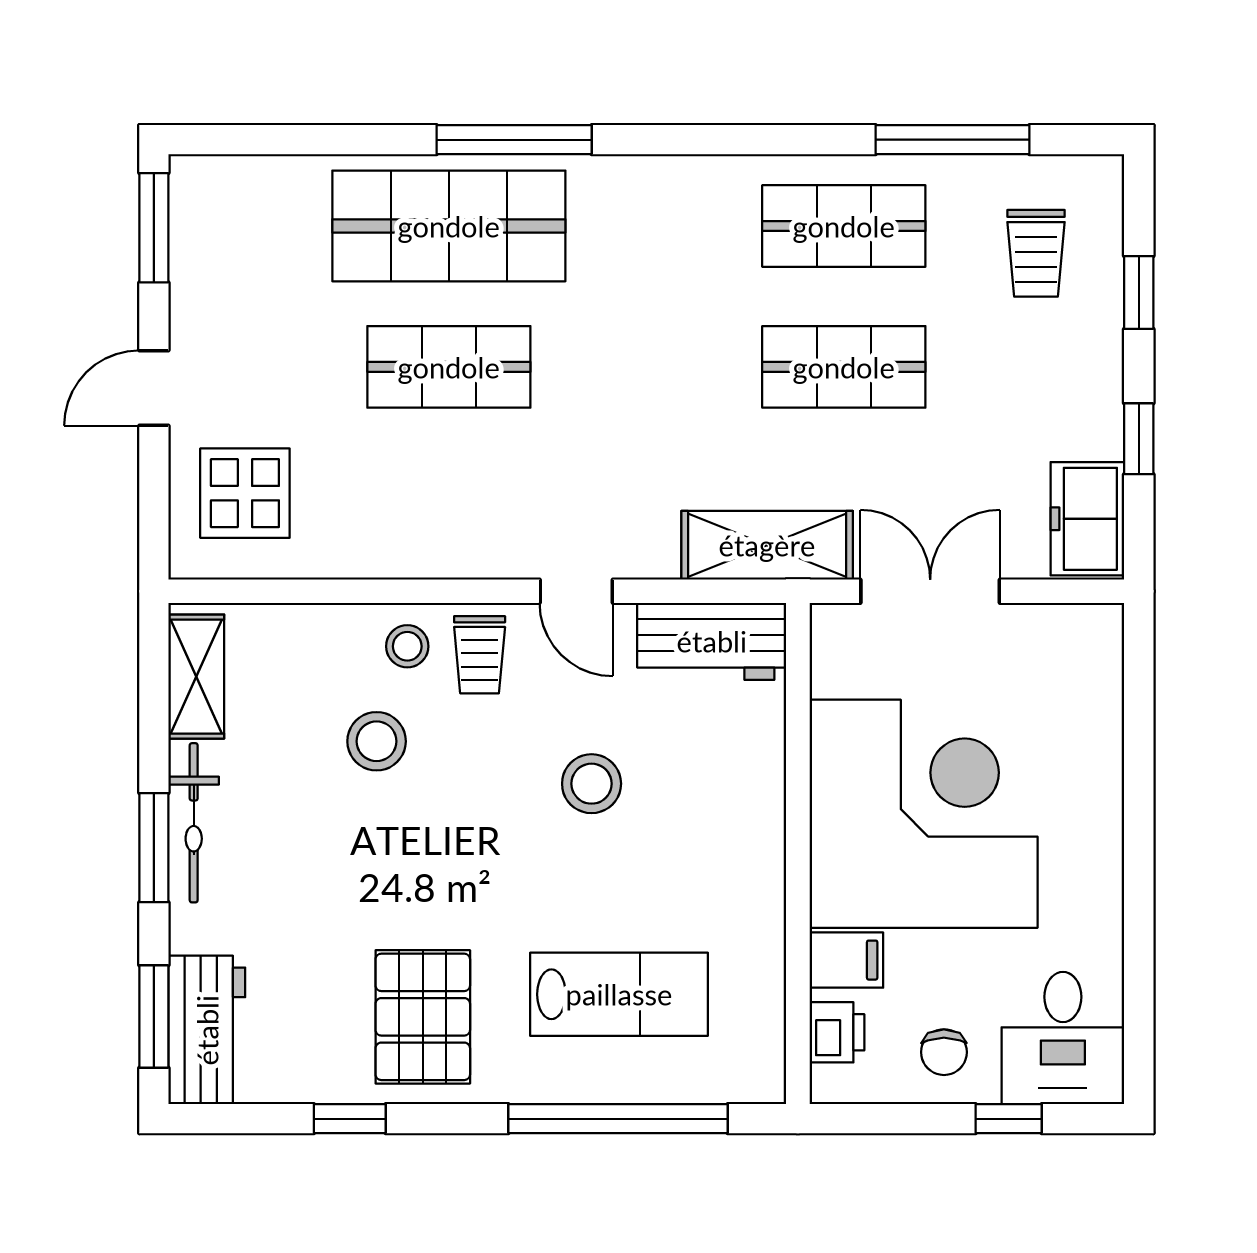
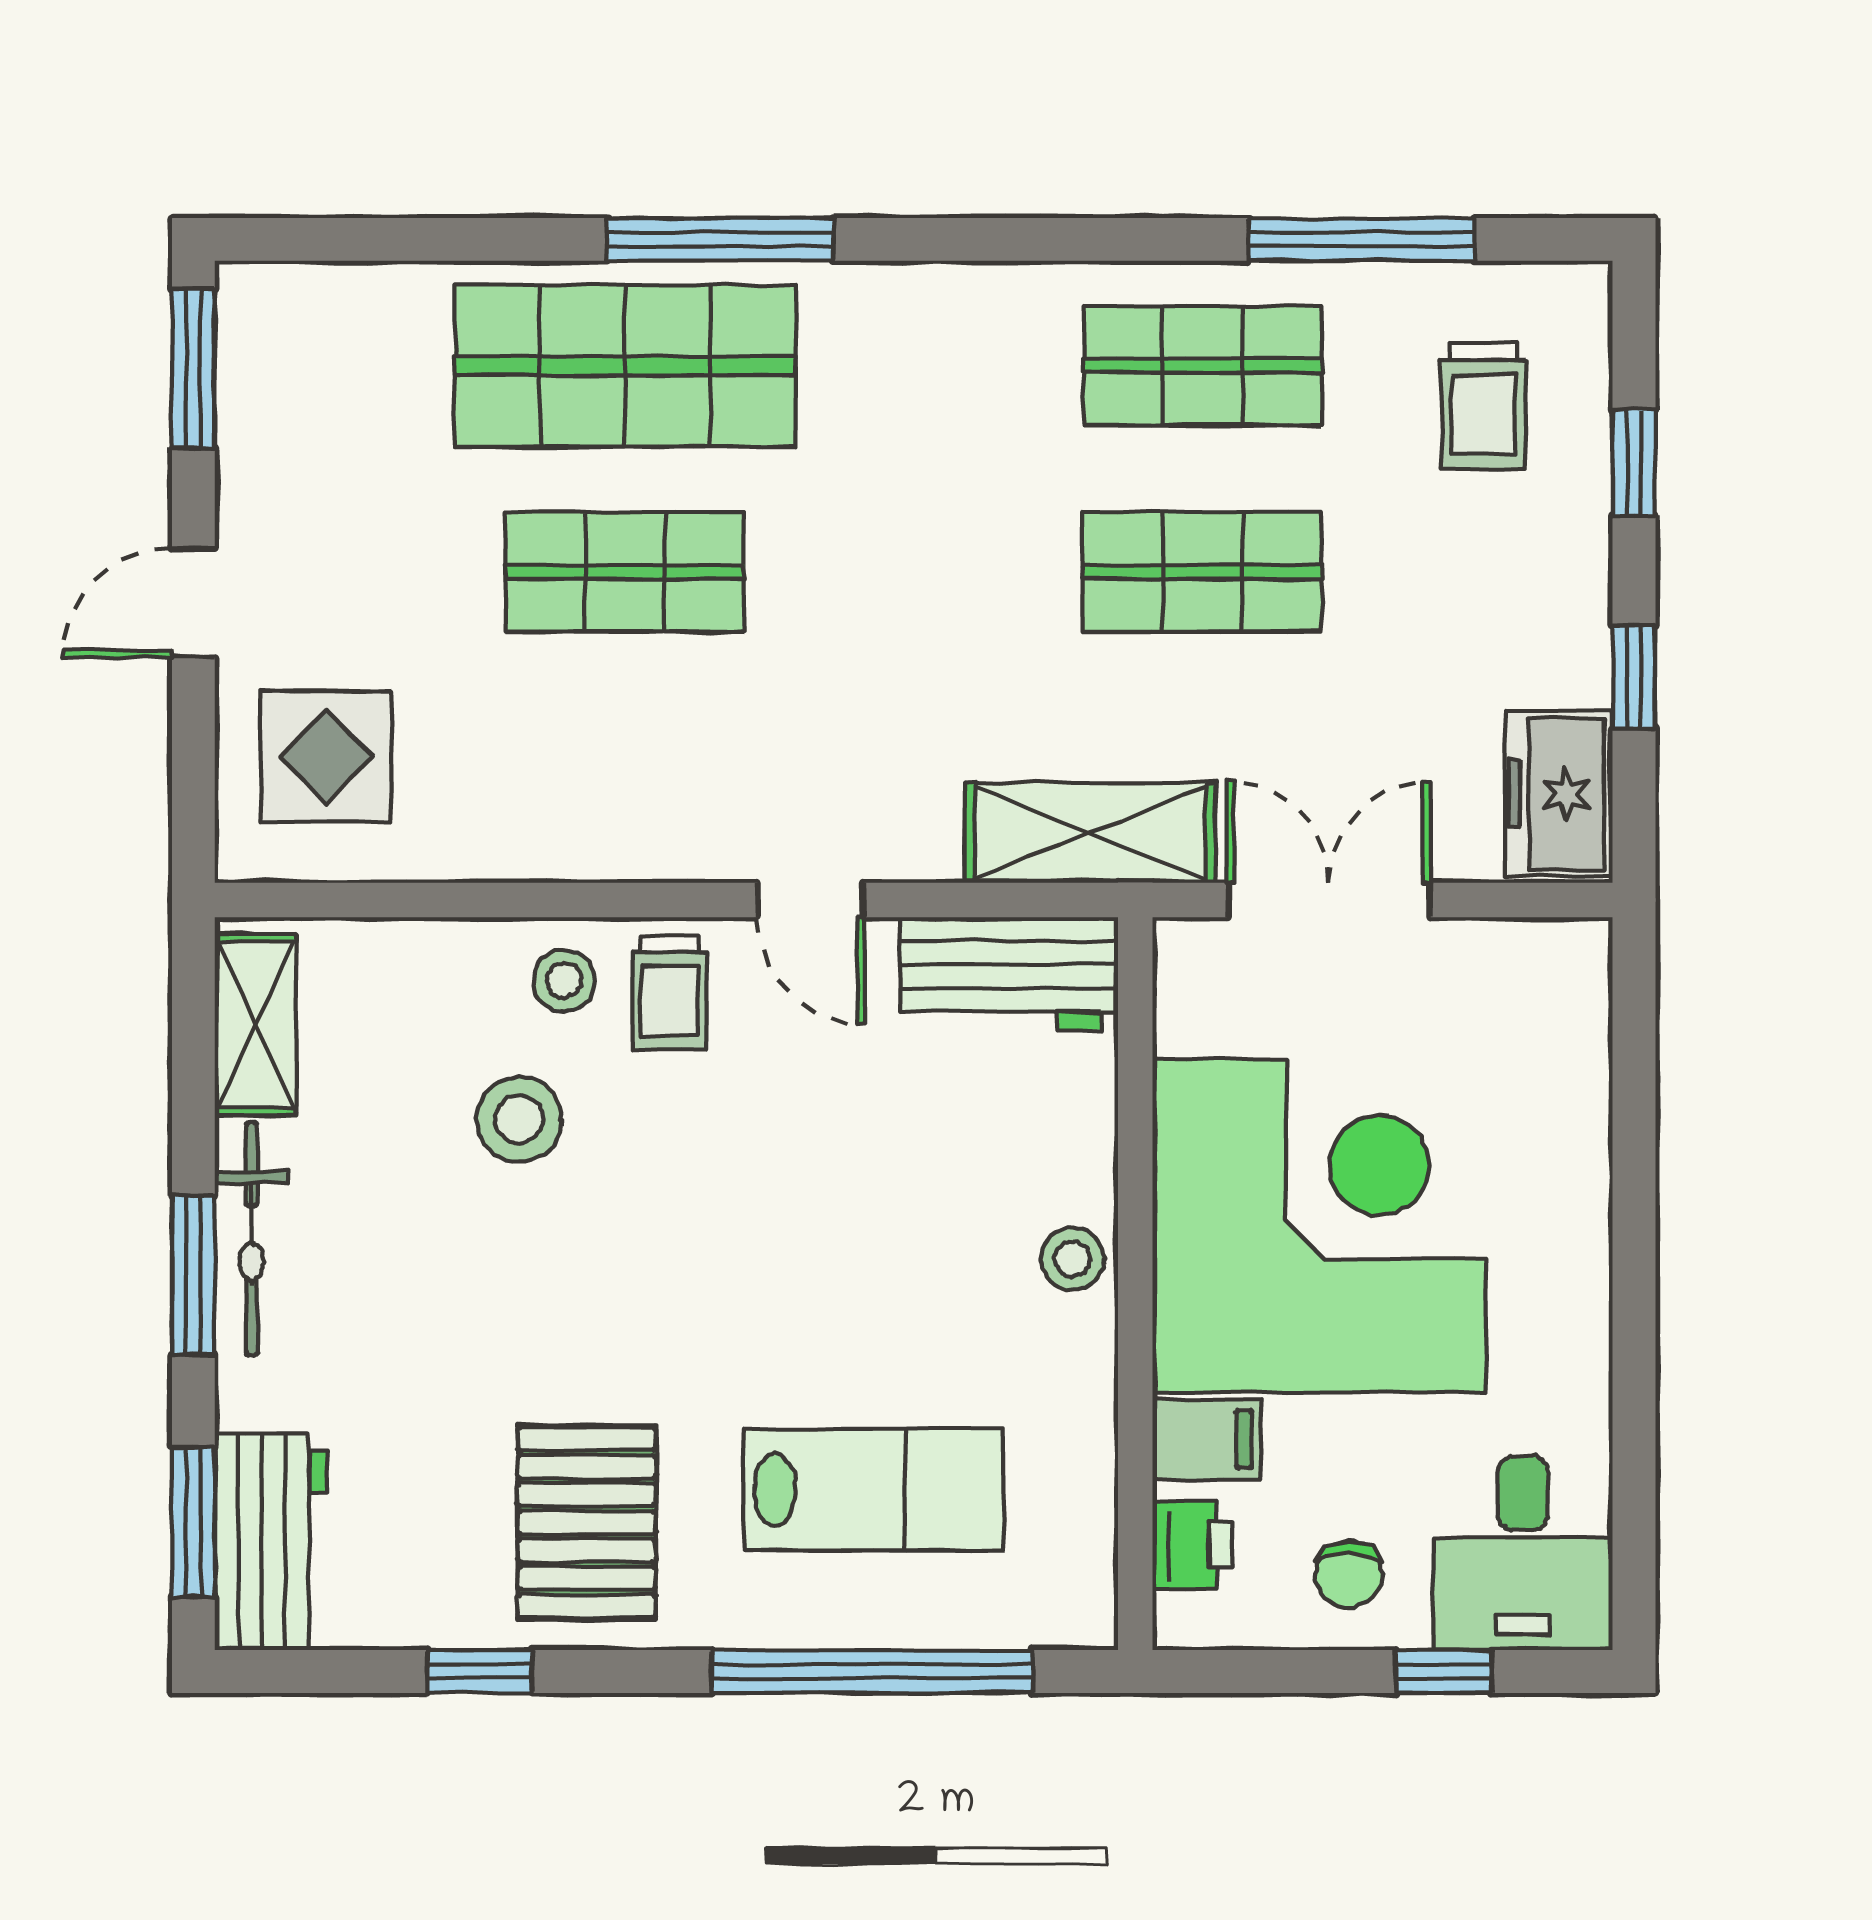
stool: (592, 784) -> (1072, 1259), moved, width x0.73, depth x0.73

